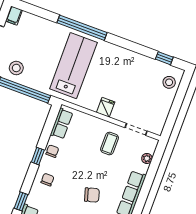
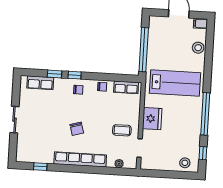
window: (82, 28) -> (205, 114), moved
stool: (16, 68) -> (198, 48), moved
fridge: (106, 107) -> (152, 119), width x1.88, depth x1.34
window: (38, 156) -> (75, 75), moved

